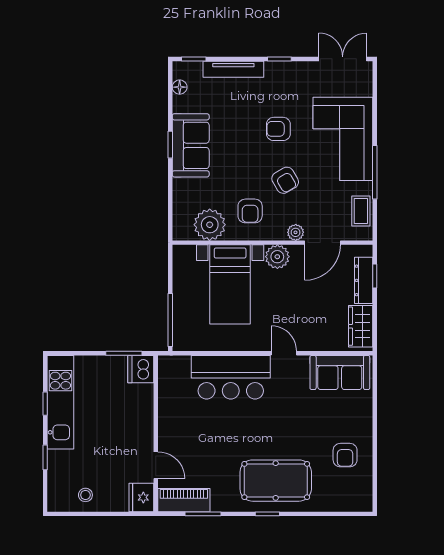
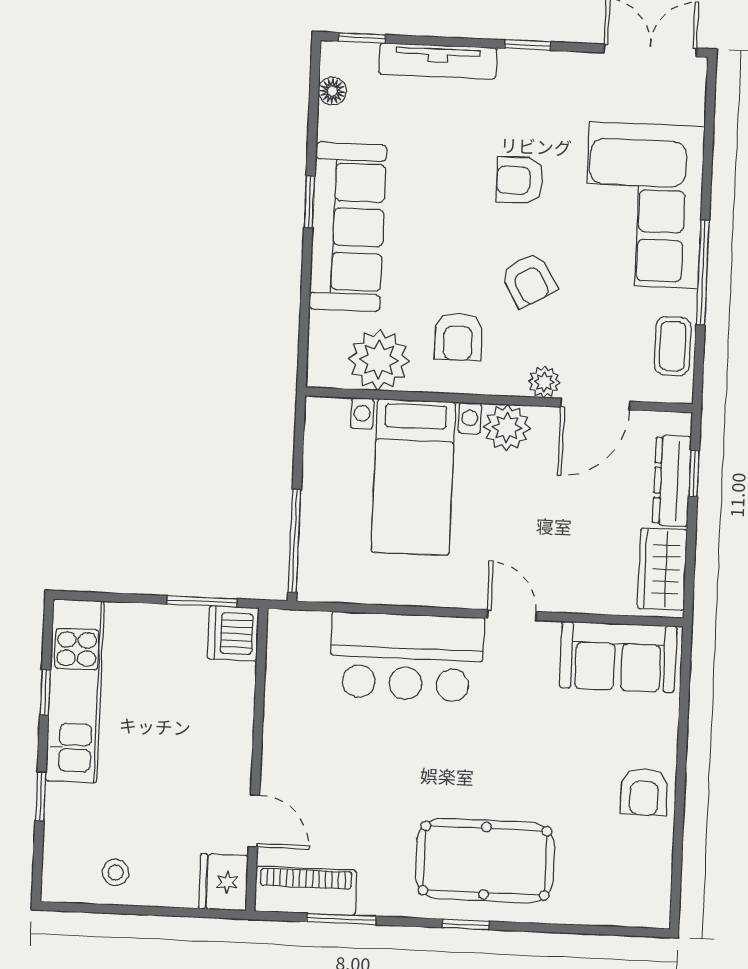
sofa: (191, 145) -> (348, 227), width x1.36
armchair: (345, 455) -> (644, 792), moved

